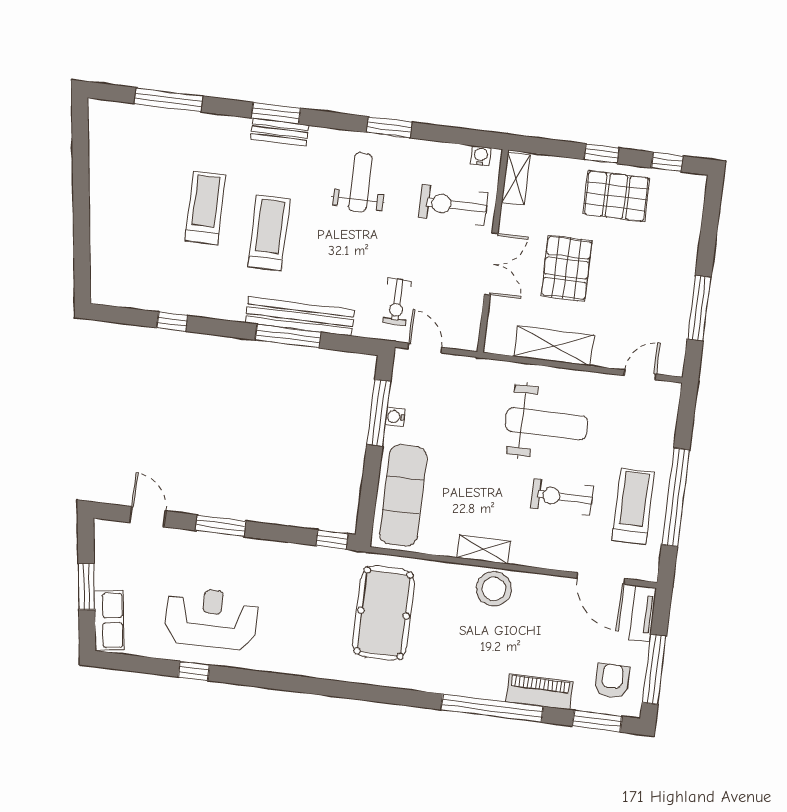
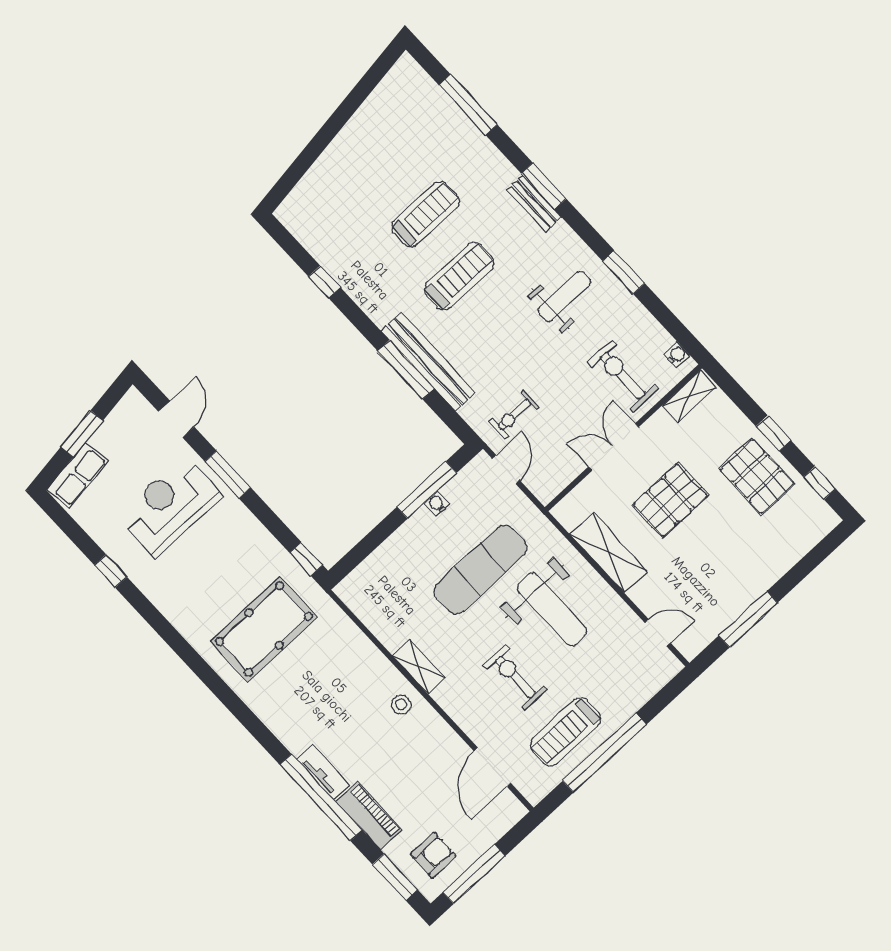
double door: (491, 264) -> (614, 447), swing flipped
exercise mat: (403, 495) -> (480, 570), moved
treadmill: (633, 506) -> (565, 732), turned 180
stool: (494, 589) -> (401, 705), width x0.53, depth x0.53
pool table: (384, 613) -> (264, 629), moved
tv unit: (643, 614) -> (323, 772), moved, turned 90
reception desk: (211, 618) -> (170, 506), moved, turned -90

